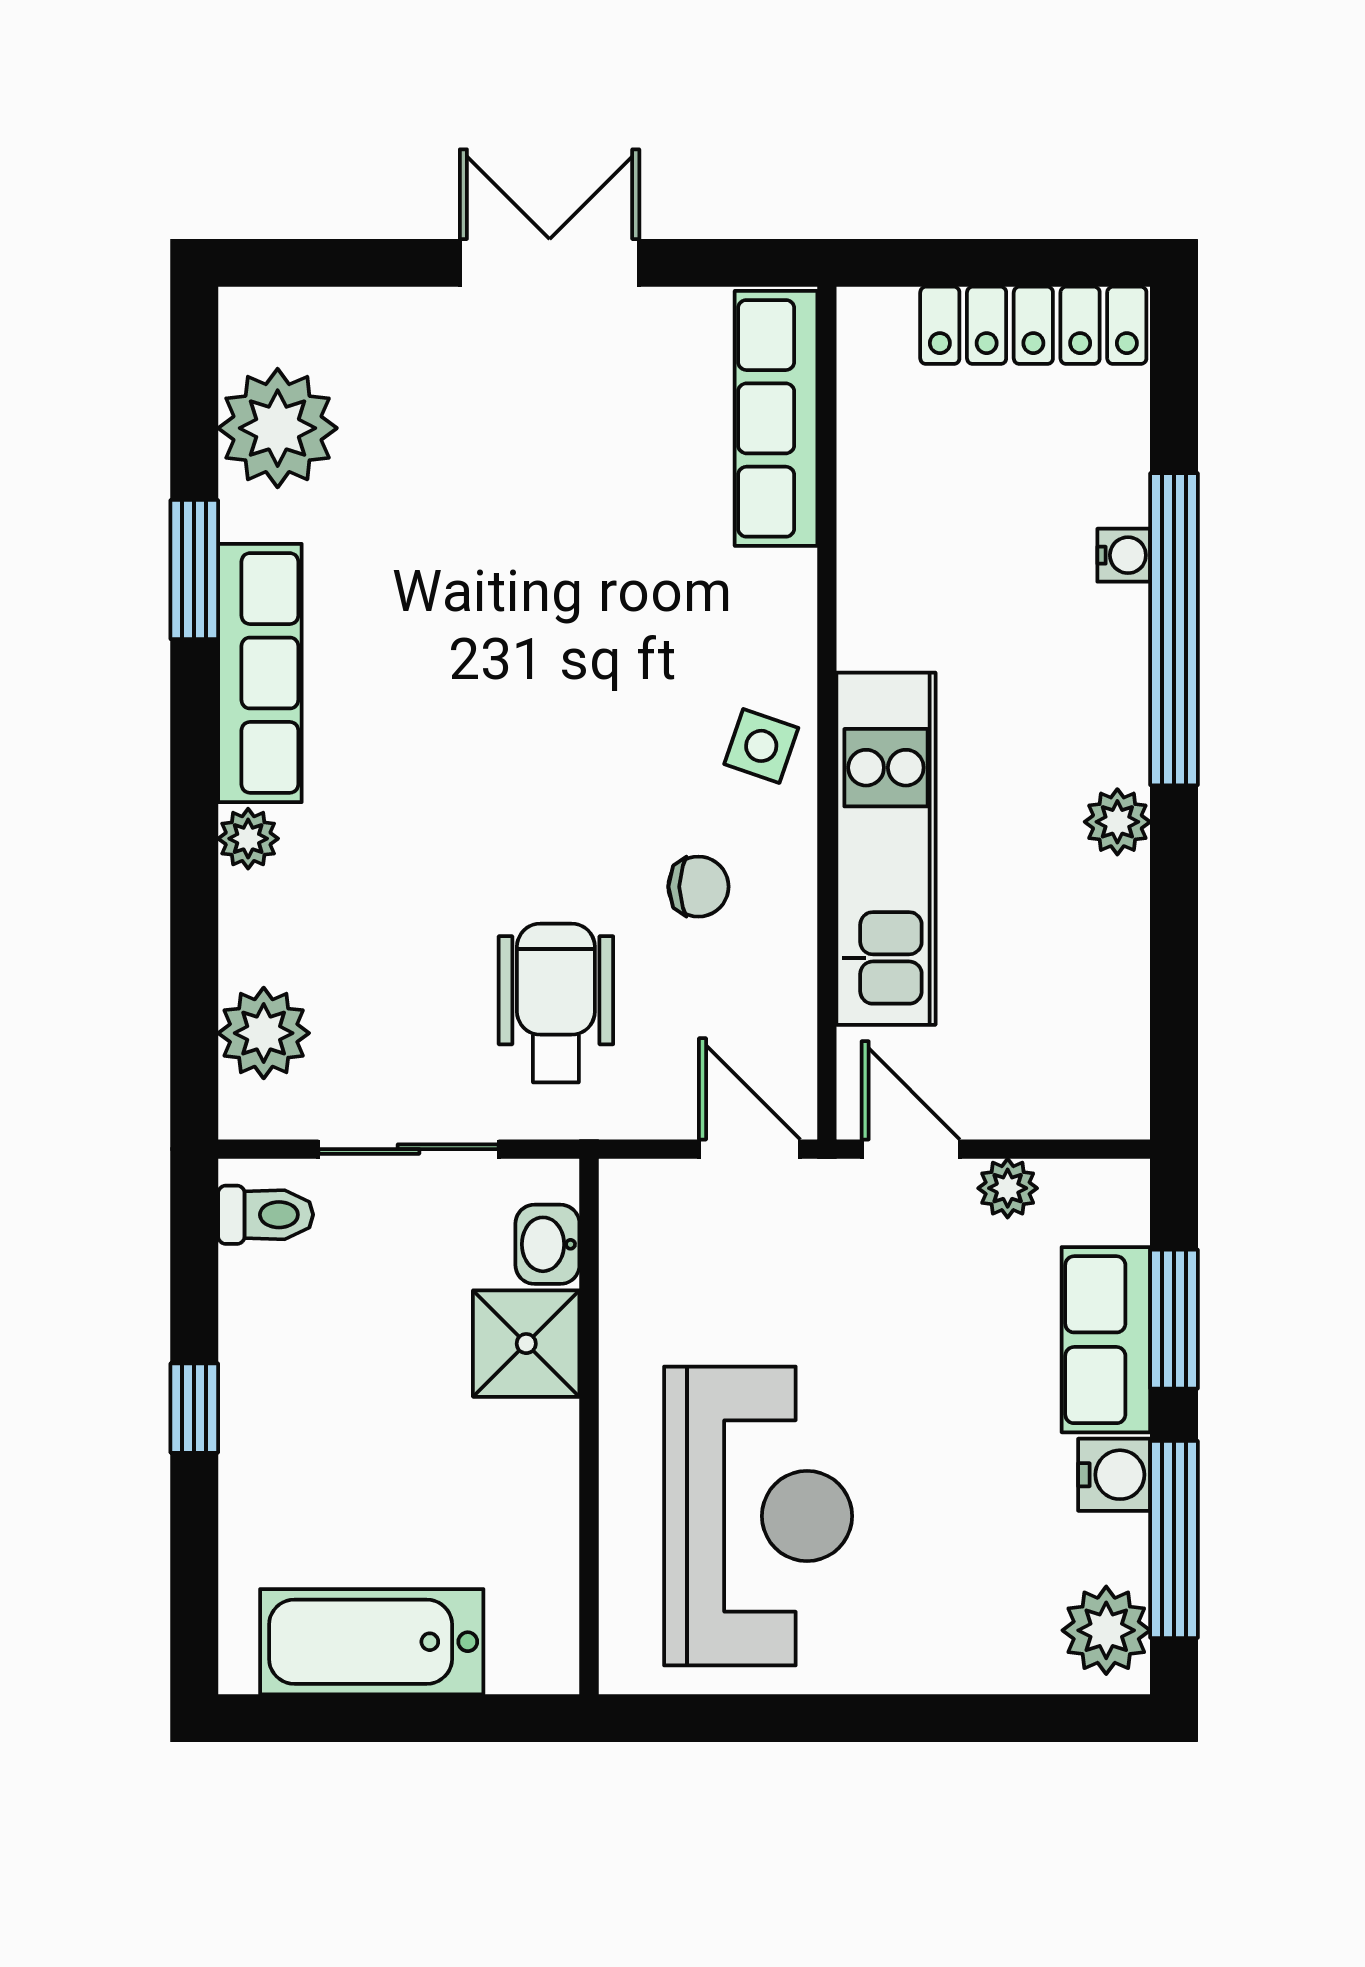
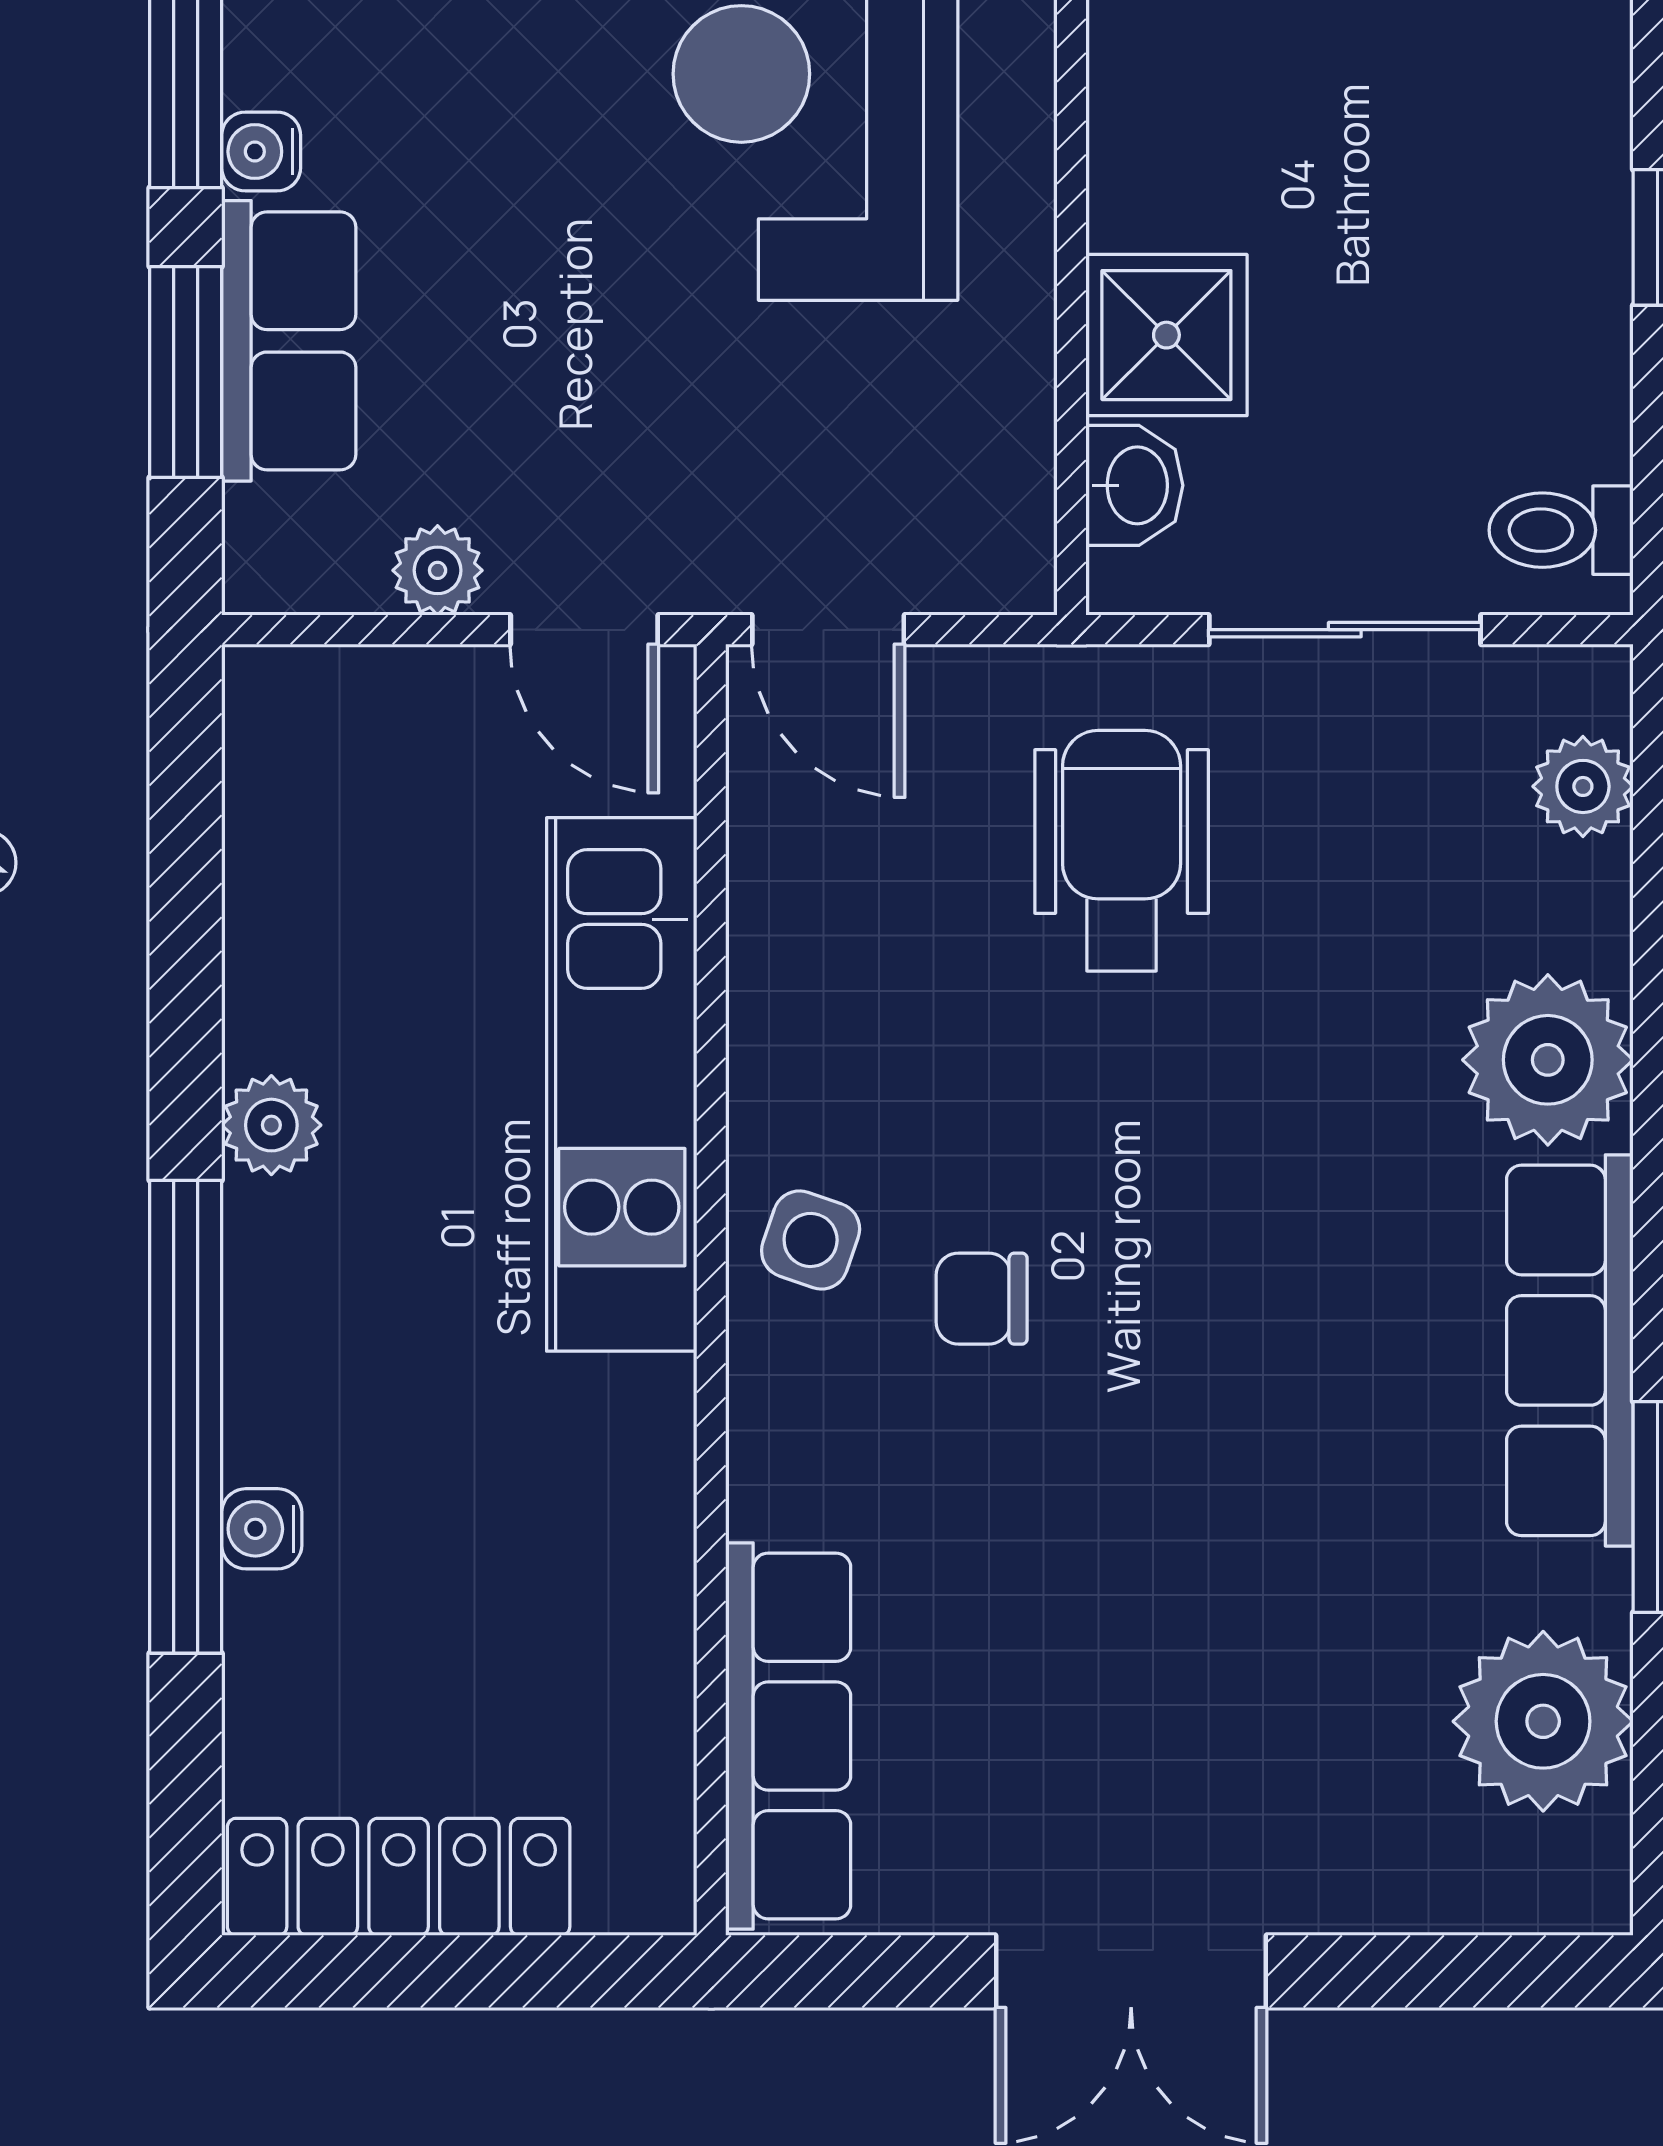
plant: (248, 839) -> (1548, 1060), width x1.87, depth x1.87
chair: (698, 887) -> (982, 1299), moved
wheelchair: (556, 1003) -> (1122, 851), turned 180
plant: (264, 1033) -> (1583, 786), width x0.73, depth x0.73
water cooler: (1114, 1475) -> (261, 152), width x0.72, depth x0.72

